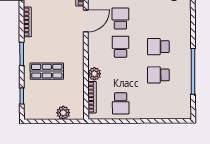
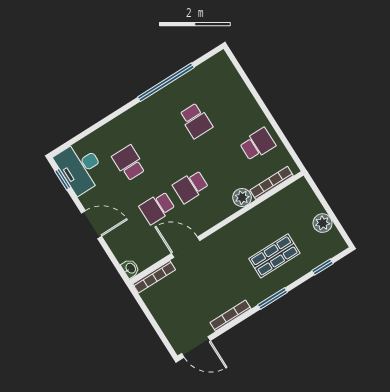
school desk: (158, 47) -> (129, 163), moved, turned 180
shop shelf: (47, 71) -> (274, 256), turned 90
plant: (63, 113) -> (323, 223), moved

